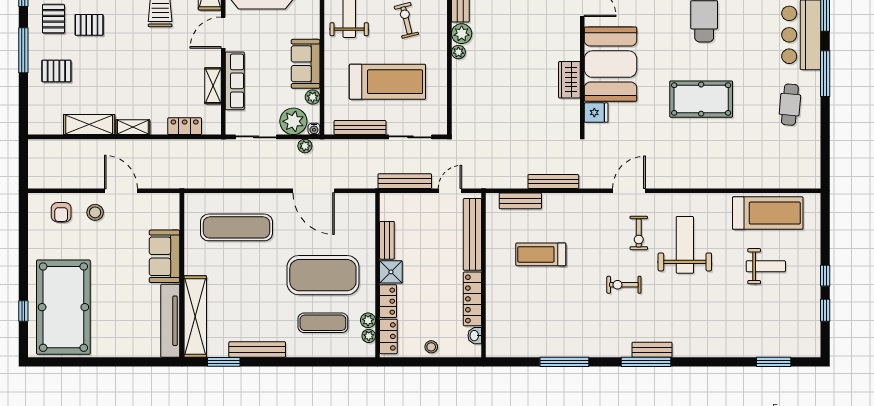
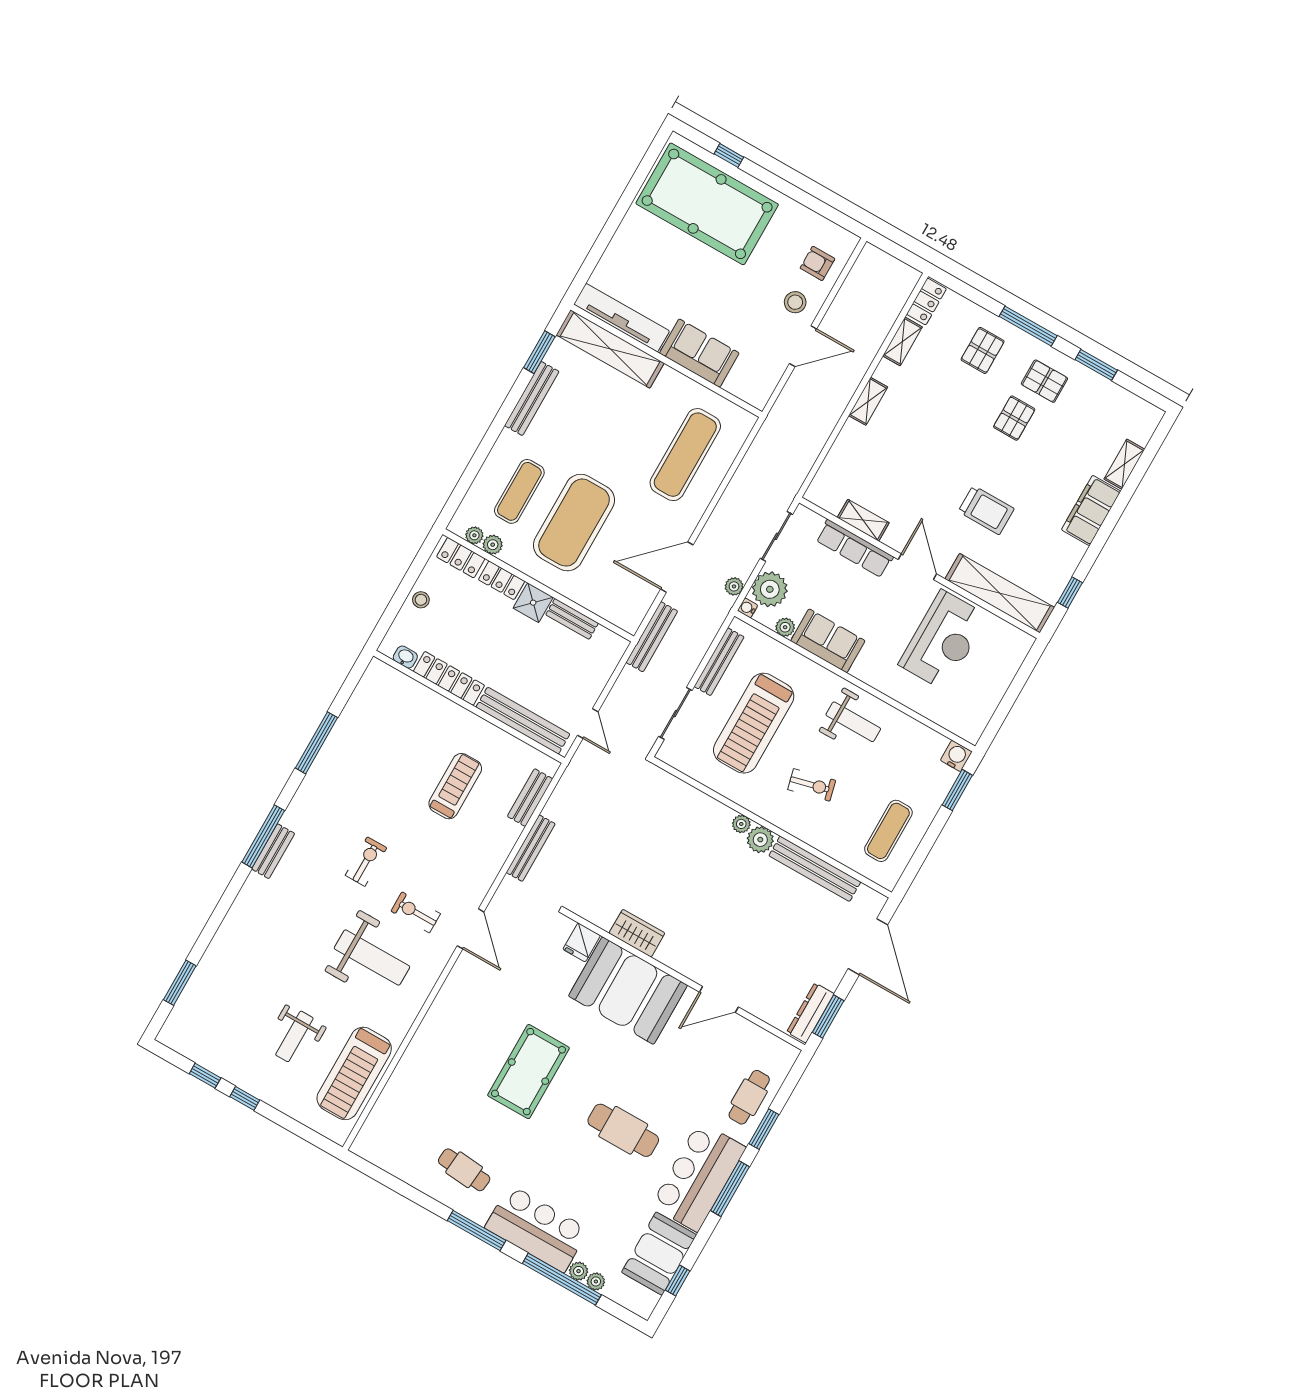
shelving: (89, 124) -> (902, 341), width x0.67, depth x0.75
locker: (185, 126) -> (926, 301), moved
bench: (405, 181) -> (652, 637), moved

